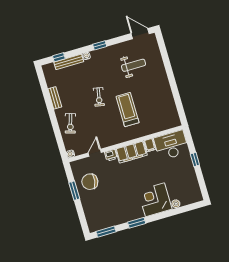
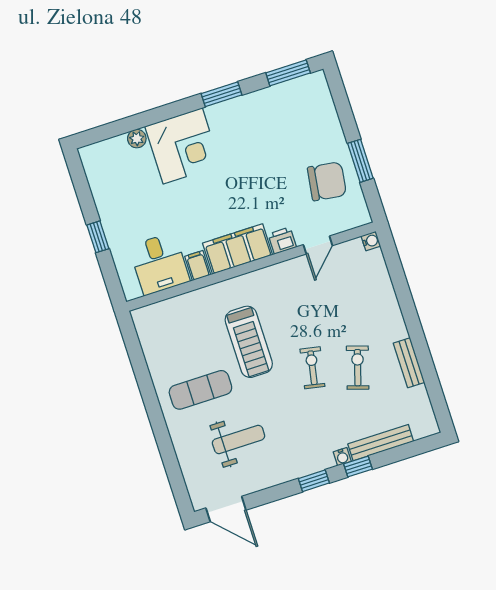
window: (59, 57) -> (358, 466), moved
weight bench: (134, 65) -> (239, 439), turned 180
exercise mat: (150, 88) -> (200, 390), added
exercise bike: (70, 123) -> (358, 368), moved
desk: (171, 145) -> (159, 264), width x0.73

